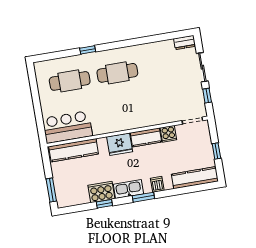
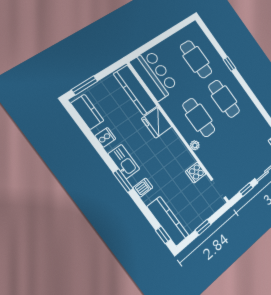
cafe table: (123, 106) -> (199, 118), added
plant: (145, 122) -> (195, 145), added
kitchen counter: (146, 137) -> (87, 112), moved, turned 180
fridge: (120, 144) -> (157, 123), moved
cooker: (101, 192) -> (105, 137), width x0.53, depth x0.76
window: (104, 204) -> (163, 235), moved

